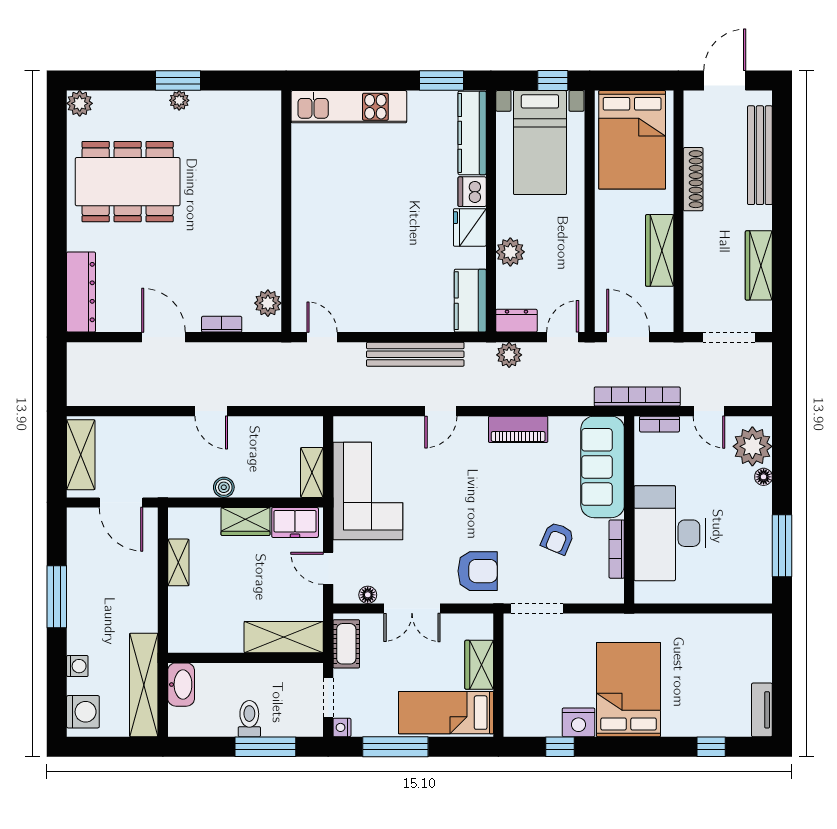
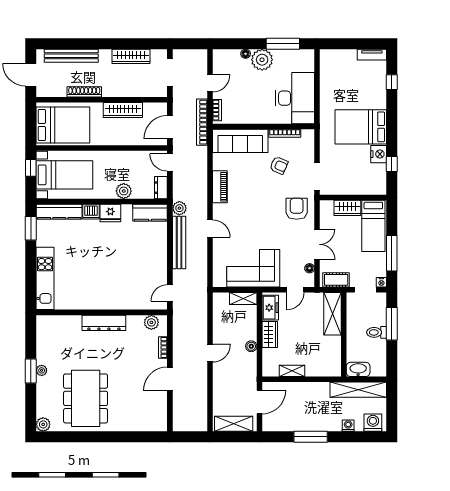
dresser: (81, 292) -> (104, 323), moved, turned 180
plant: (509, 355) -> (179, 208), moved
plant: (752, 446) -> (262, 60), moved
desk: (670, 533) -> (295, 98), moved, turned -90

